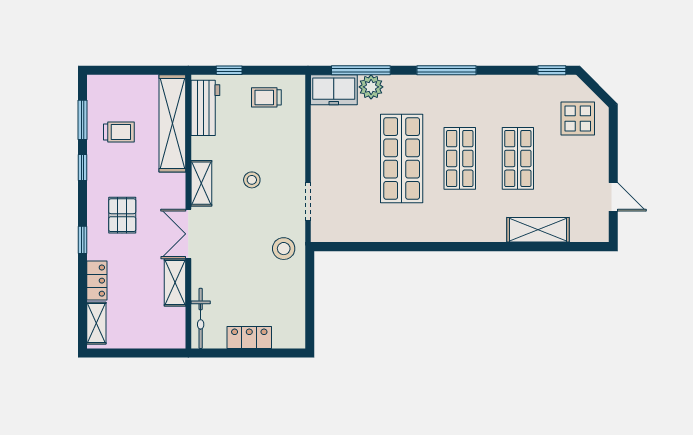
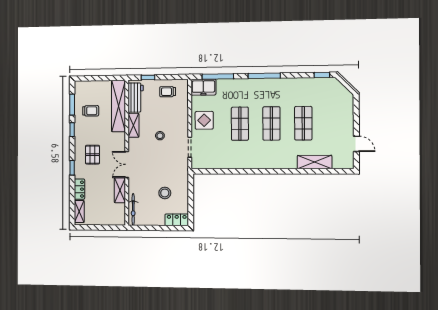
plant: (371, 87) -> (223, 85), removed
display table: (578, 119) -> (204, 120), moved
shop shelf: (402, 158) -> (240, 124), width x0.70, depth x0.74
shelving: (201, 183) -> (133, 125), moved
stool: (284, 249) -> (165, 193), moved
locker: (249, 337) -> (177, 220), moved

